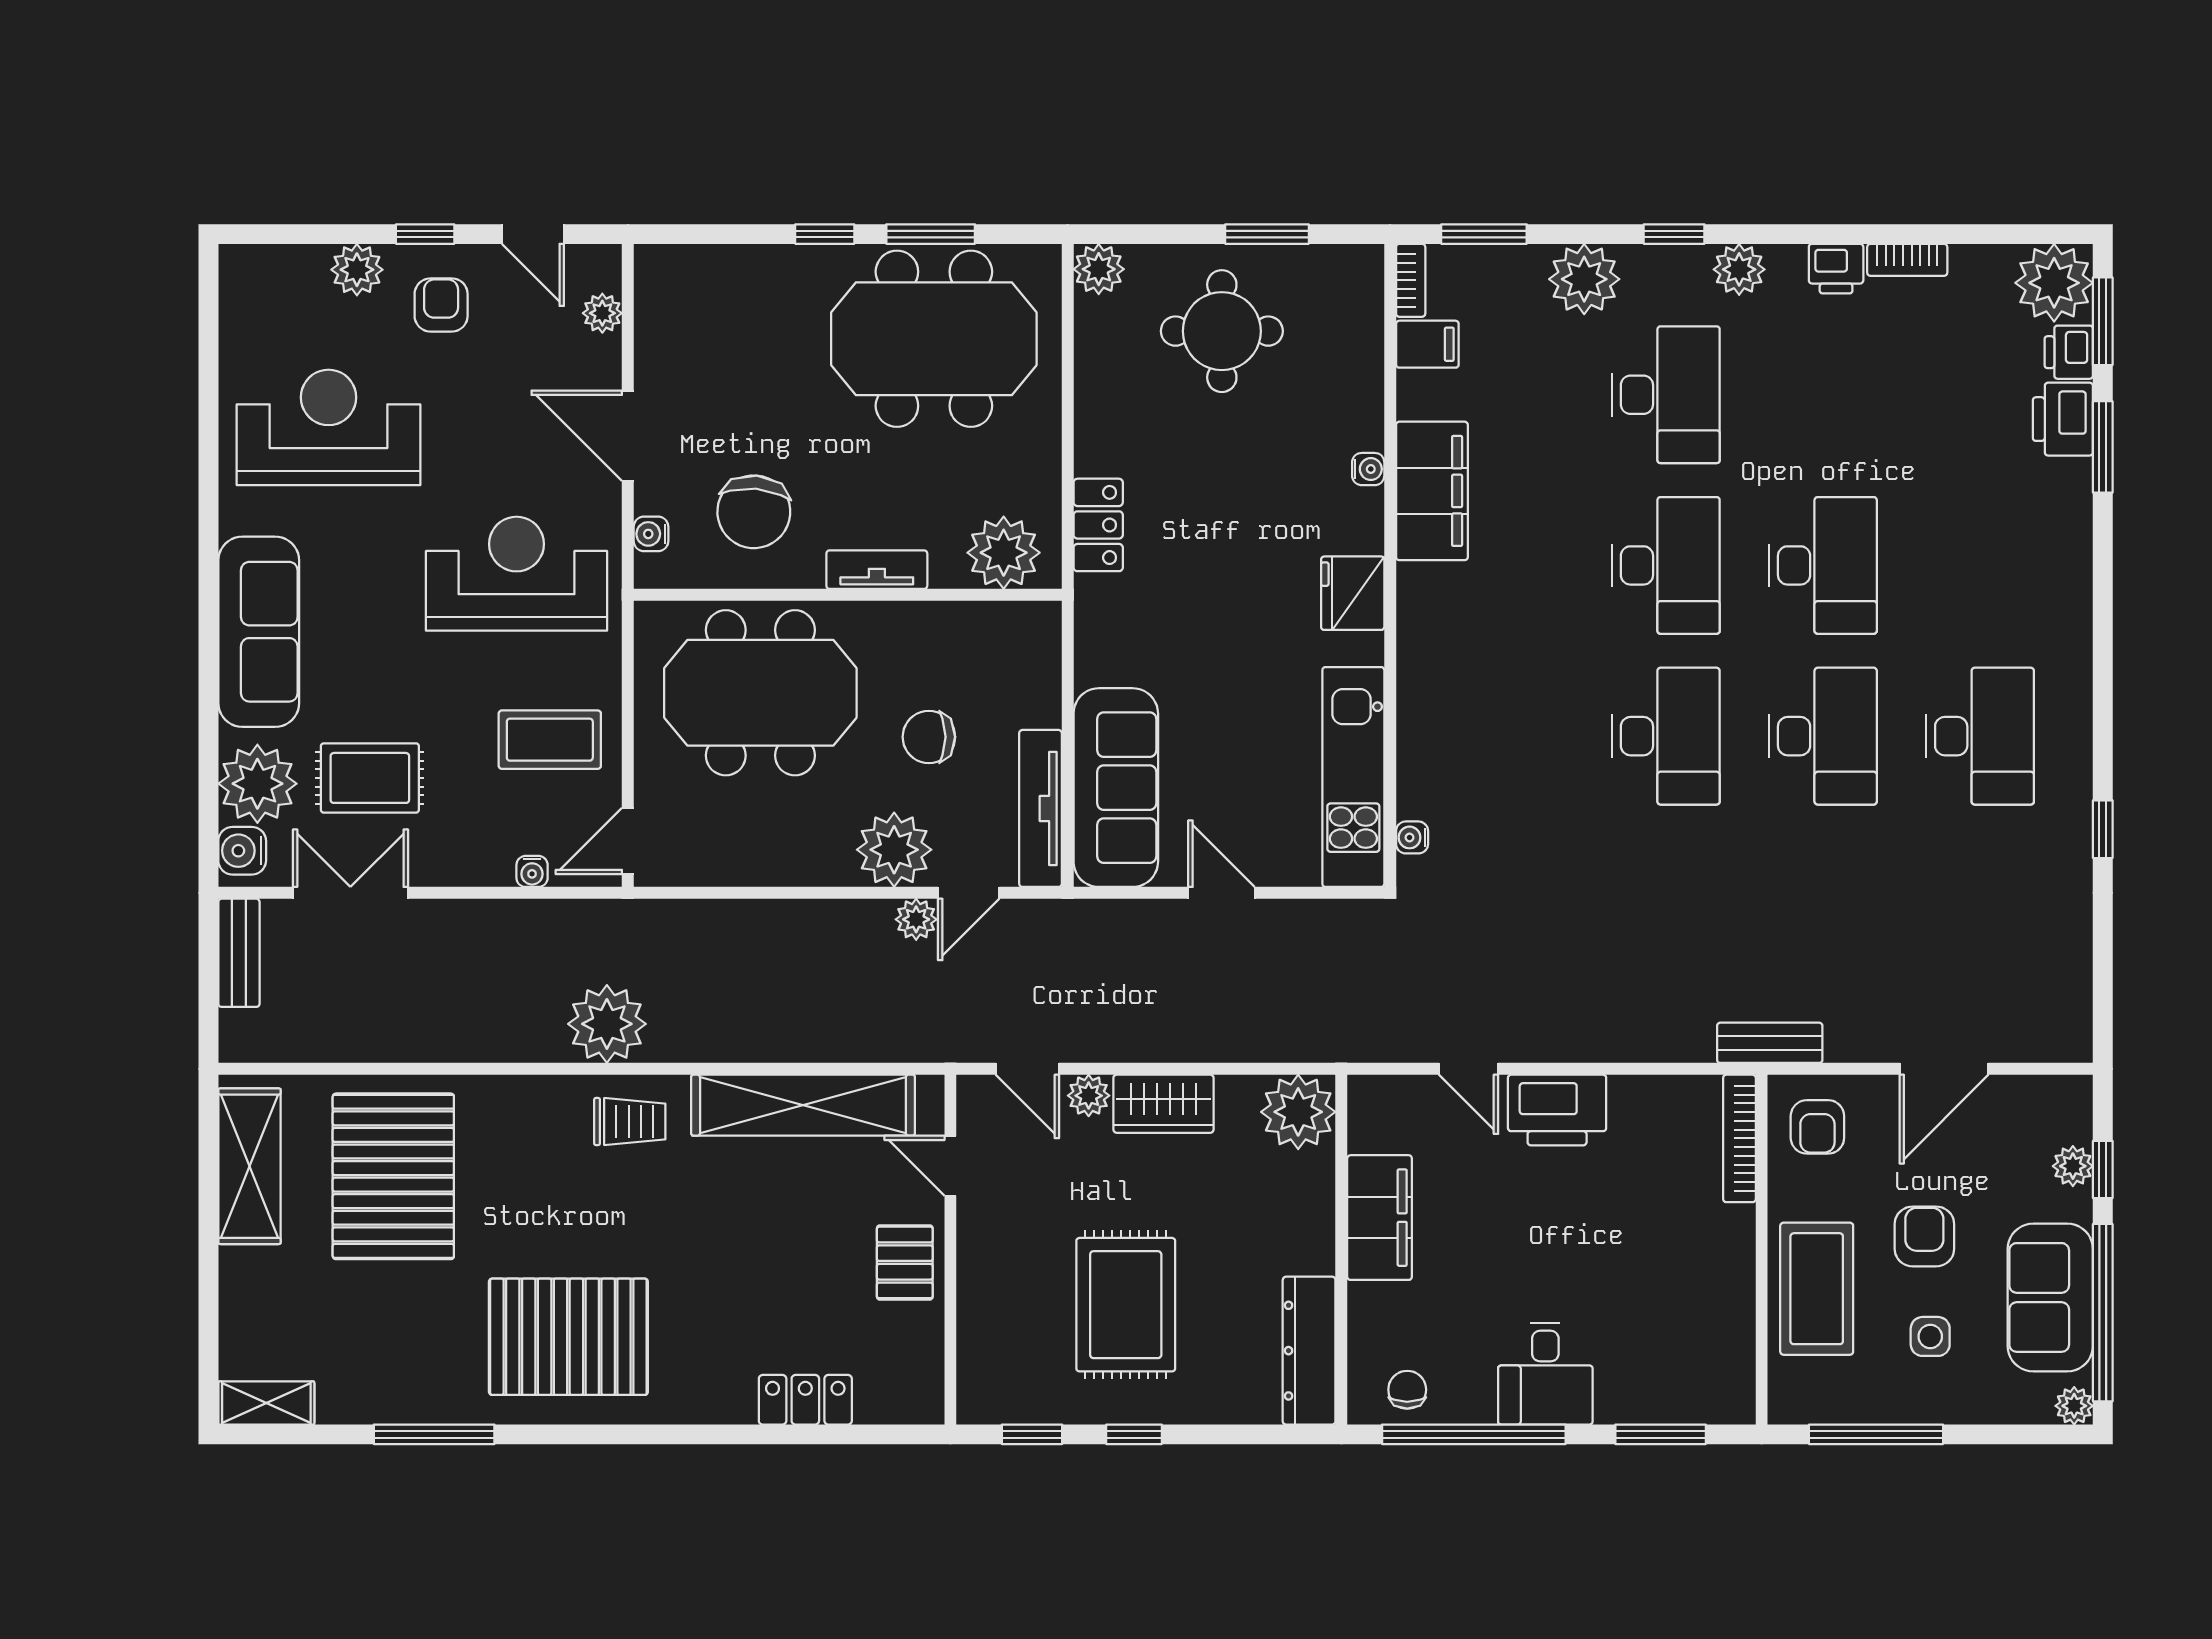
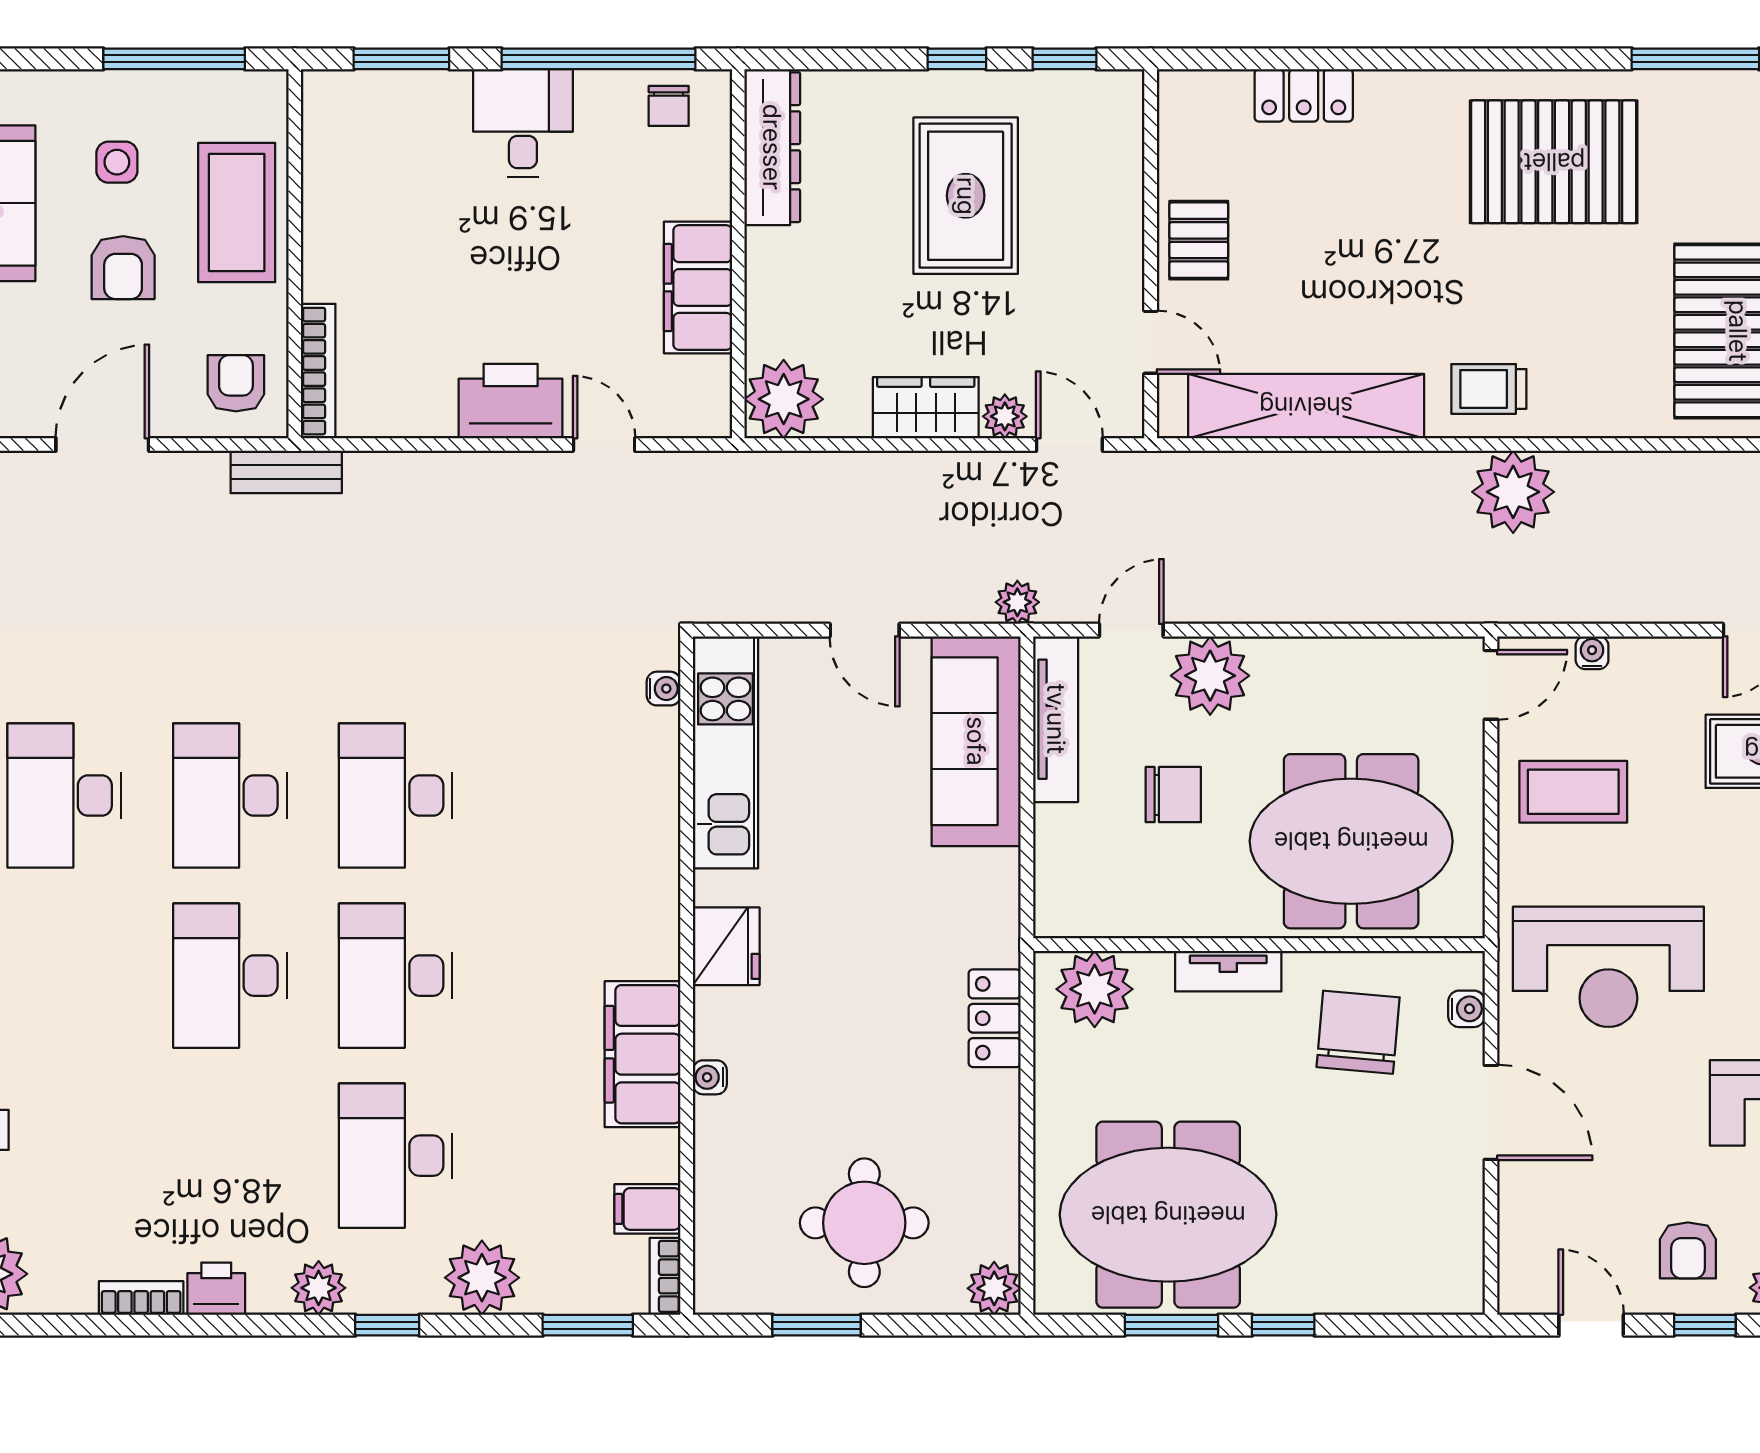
plant: (602, 313) -> (1518, 1242), removed
plant: (916, 919) -> (1017, 602), moved

